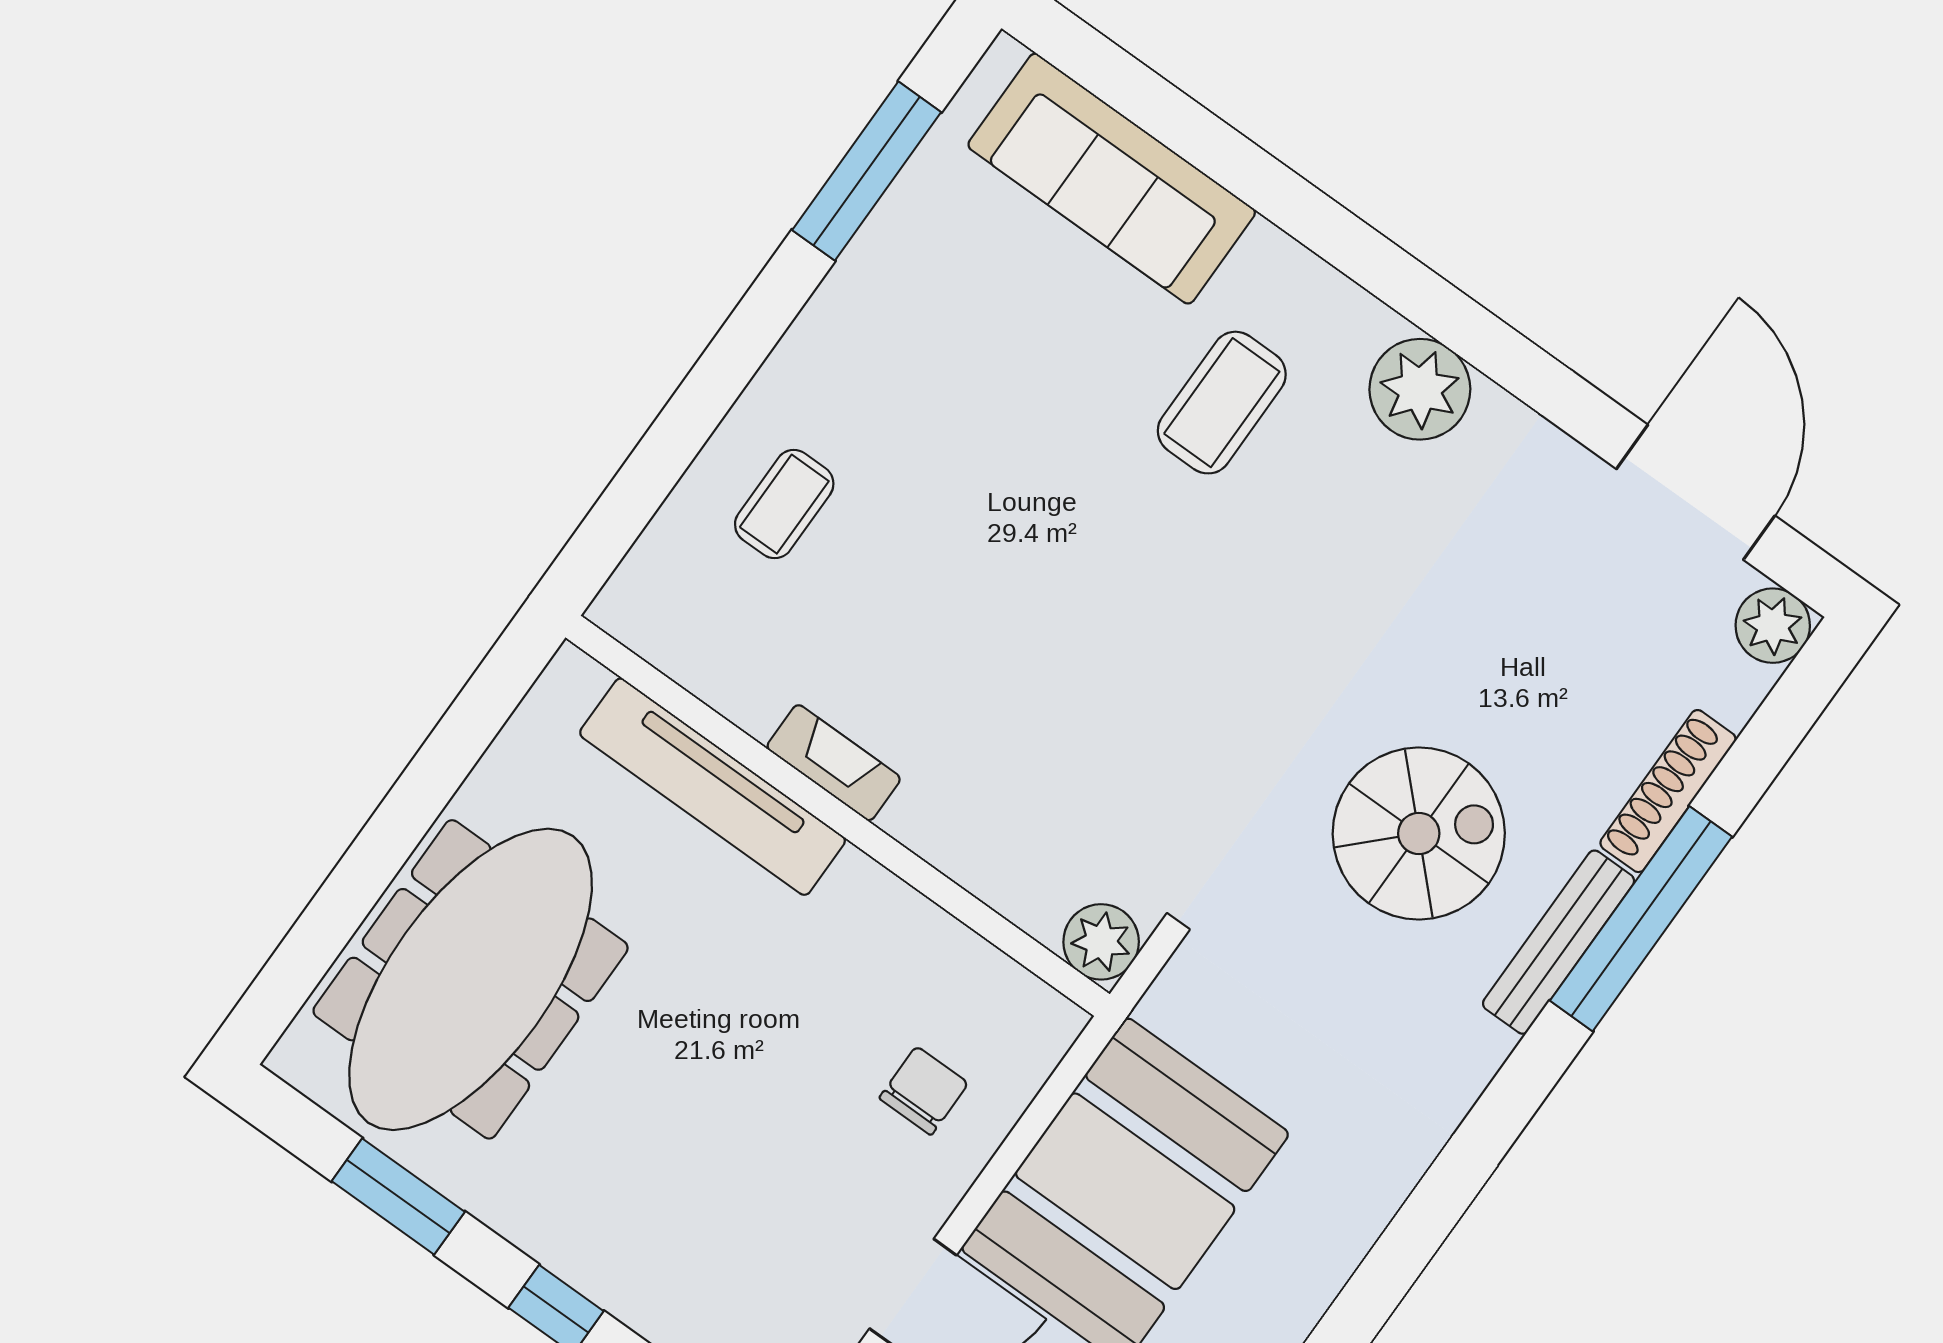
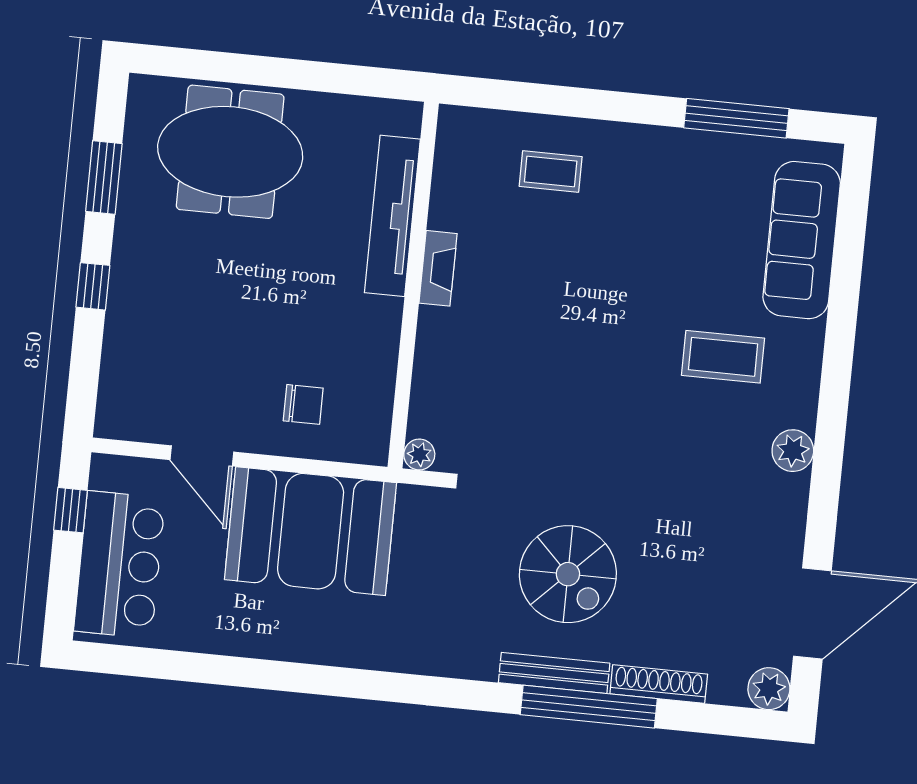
plant: (1420, 389) -> (793, 451), width x0.73, depth x0.73
plant: (1101, 942) -> (419, 455), width x0.73, depth x0.73
meeting table: (471, 979) -> (230, 152), width x0.73

